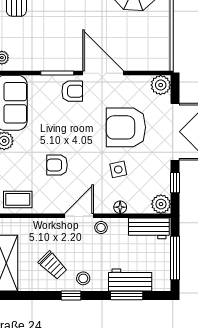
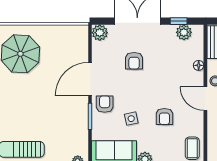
armchair: (126, 127) -> (134, 61), width x0.53, depth x0.53
side table: (118, 169) -> (131, 119), moved
plant: (161, 204) -> (184, 32), moved

